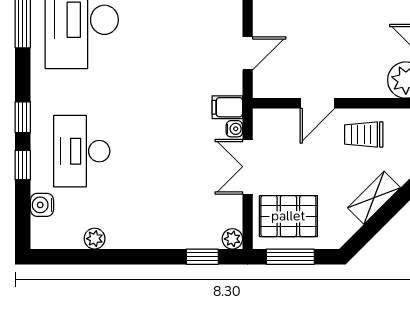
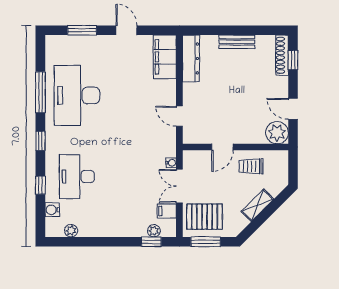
door: (248, 53) -> (179, 116), swing flipped
filing cabinet: (227, 107) -> (167, 211), moved
window: (23, 117) -> (40, 141), moved
plant: (95, 239) -> (71, 231), moved
plant: (232, 239) -> (154, 231), moved

